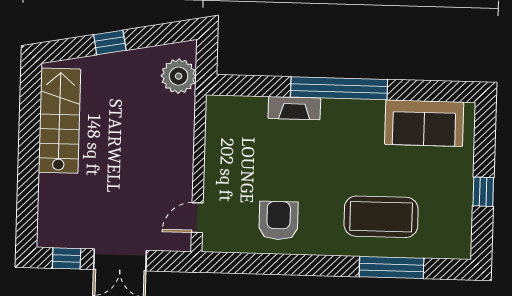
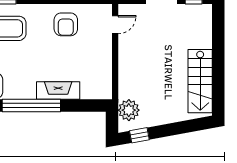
window: (110, 42) -> (139, 135), moved
fireplace: (294, 108) -> (58, 91), width x1.37, depth x1.32

